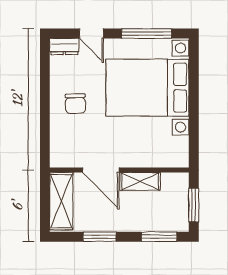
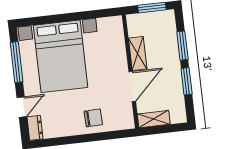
chair: (75, 104) -> (93, 118), moved
shelving: (61, 201) -> (154, 119), width x0.67, depth x0.75
window: (159, 237) -> (182, 46), moved

